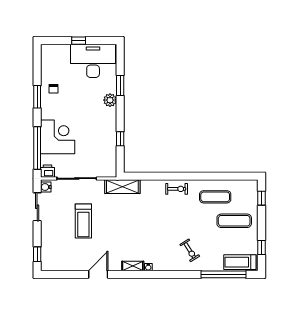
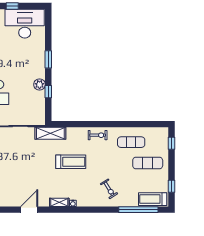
window: (120, 86) -> (48, 59), moved
plant: (110, 100) -> (40, 85), moved
treadmill: (83, 221) -> (71, 162), moved, turned -90

